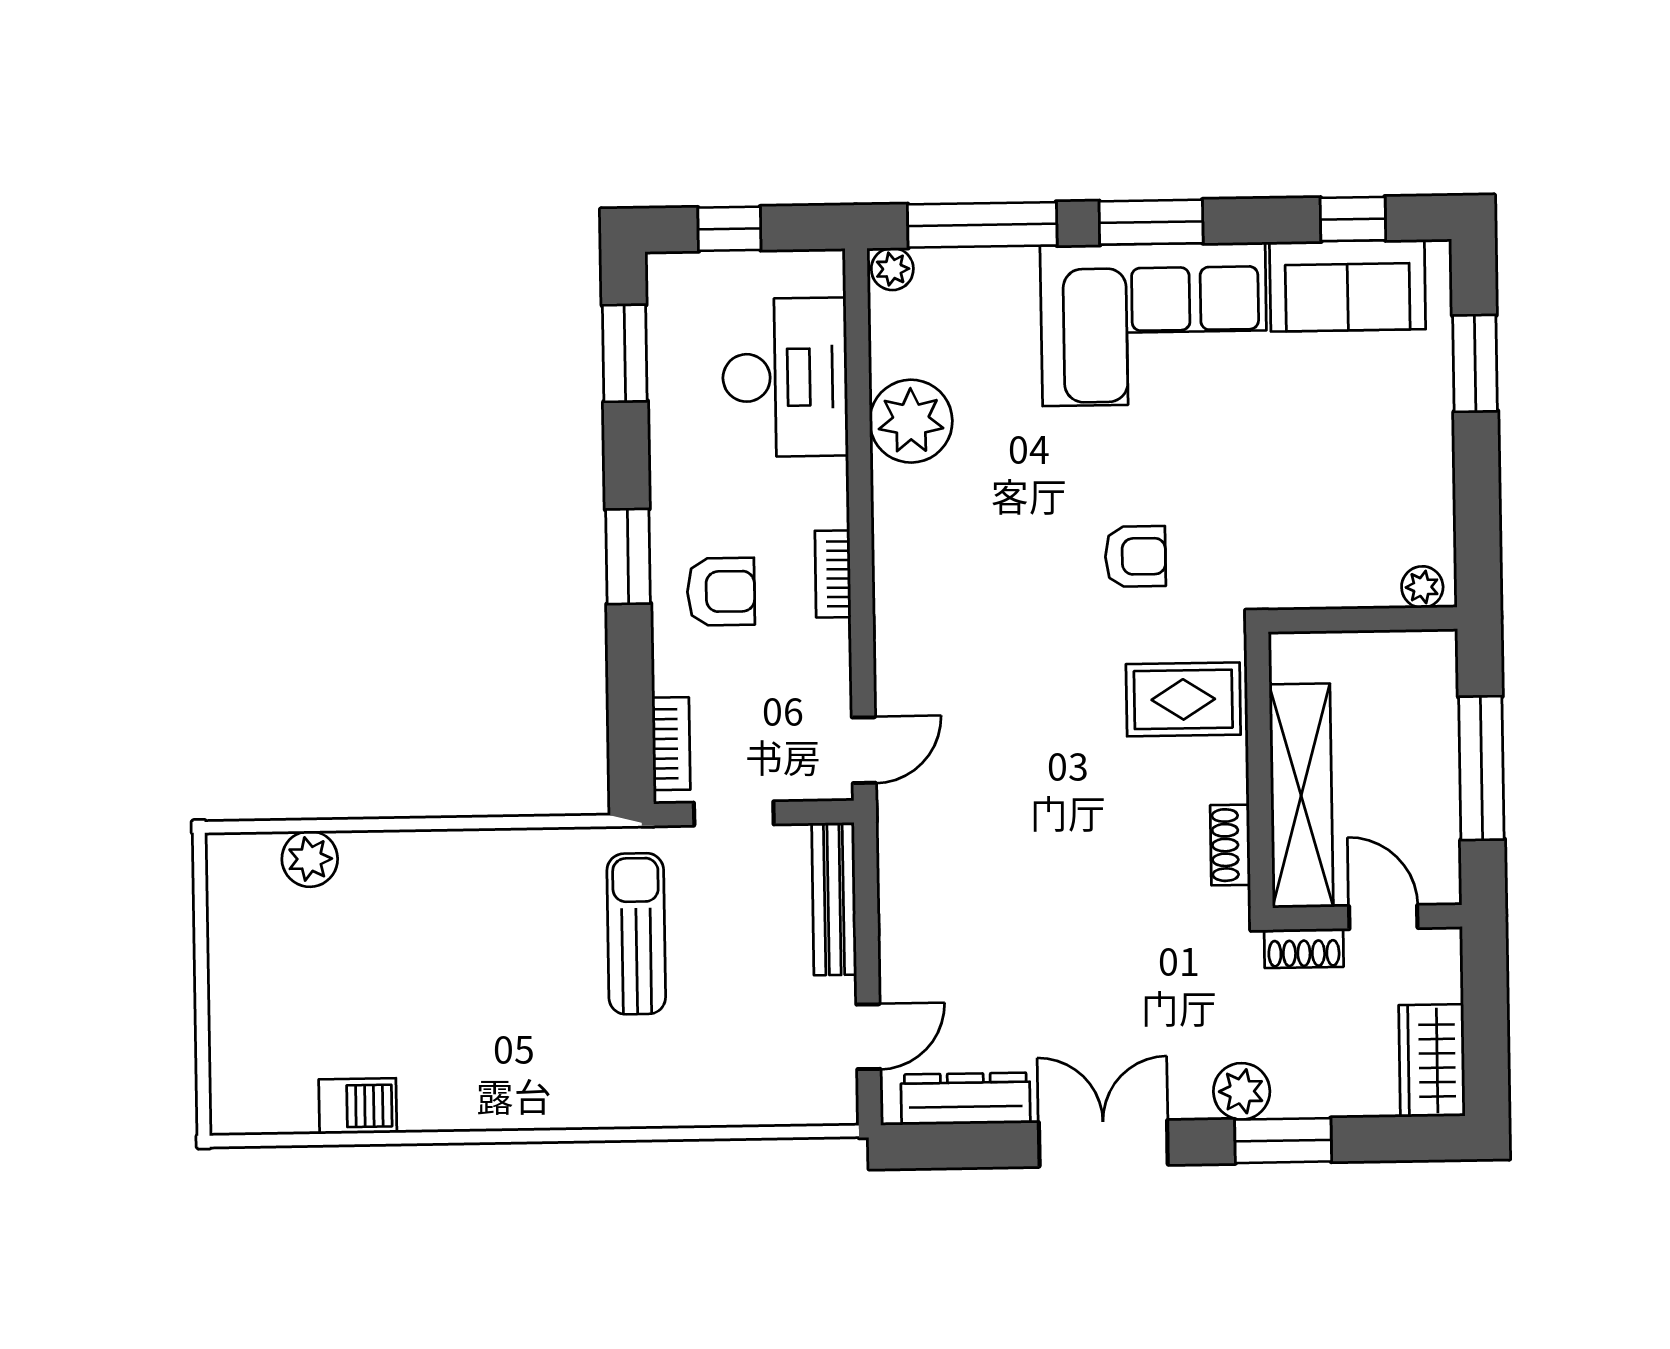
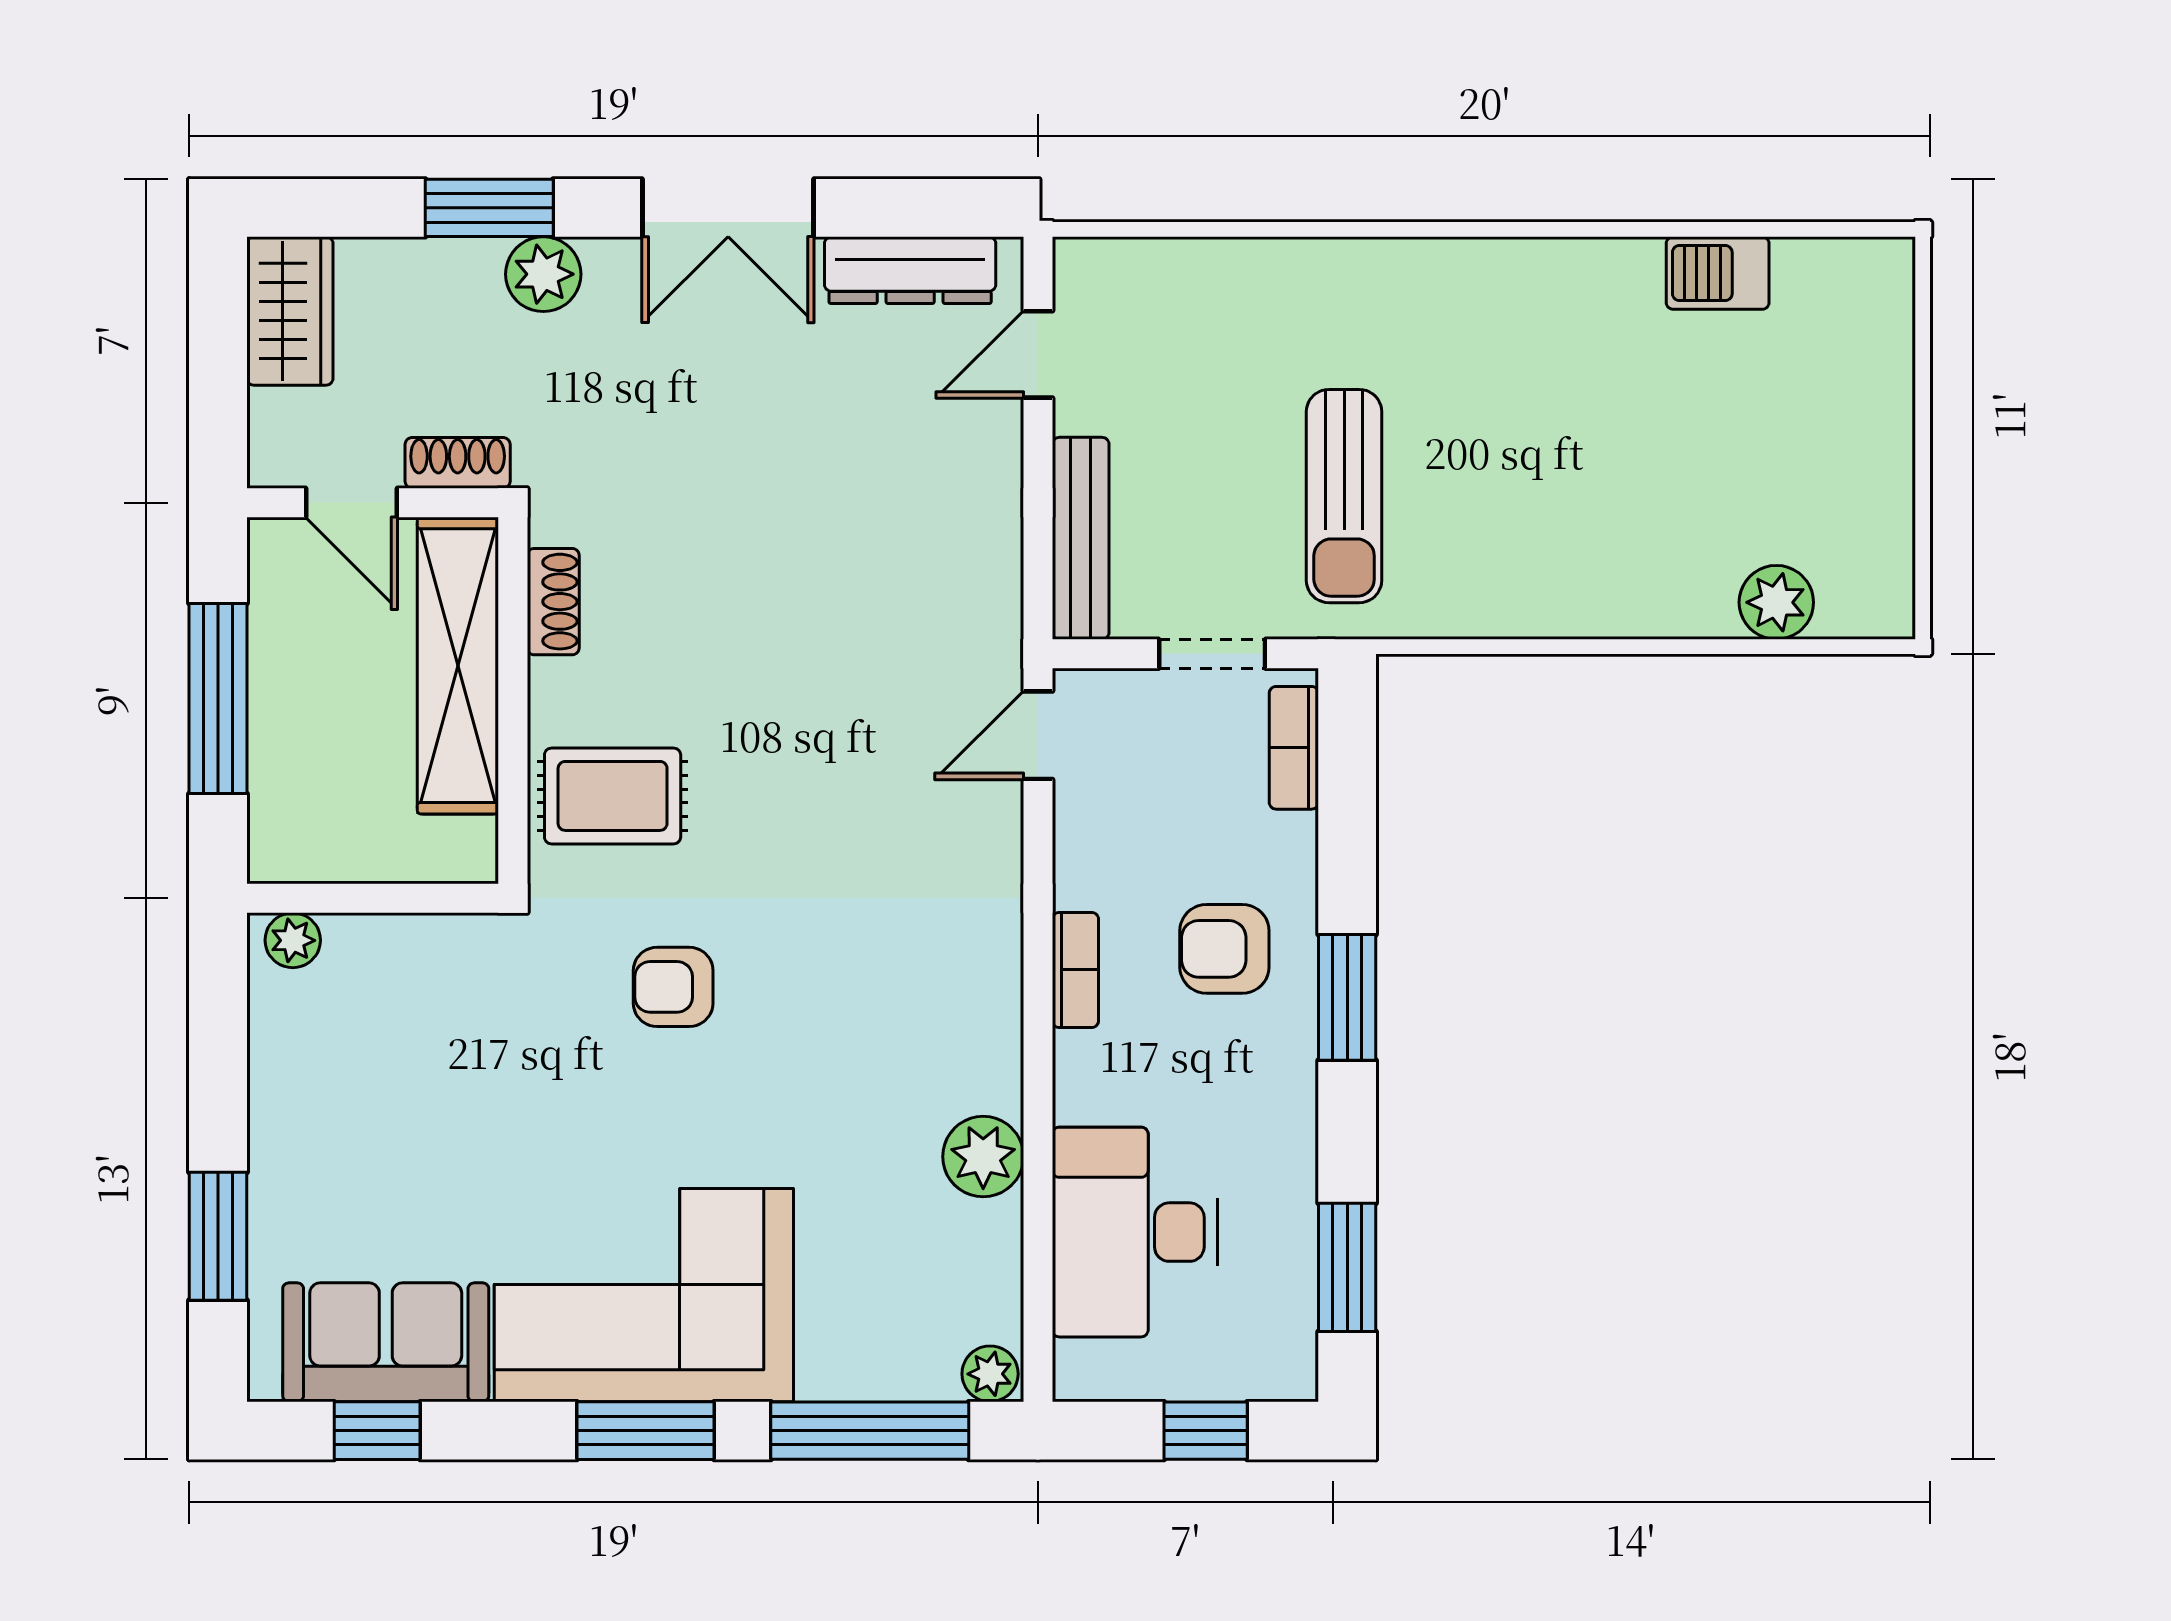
plant: (911, 421) -> (983, 1157), width x0.73, depth x0.73

